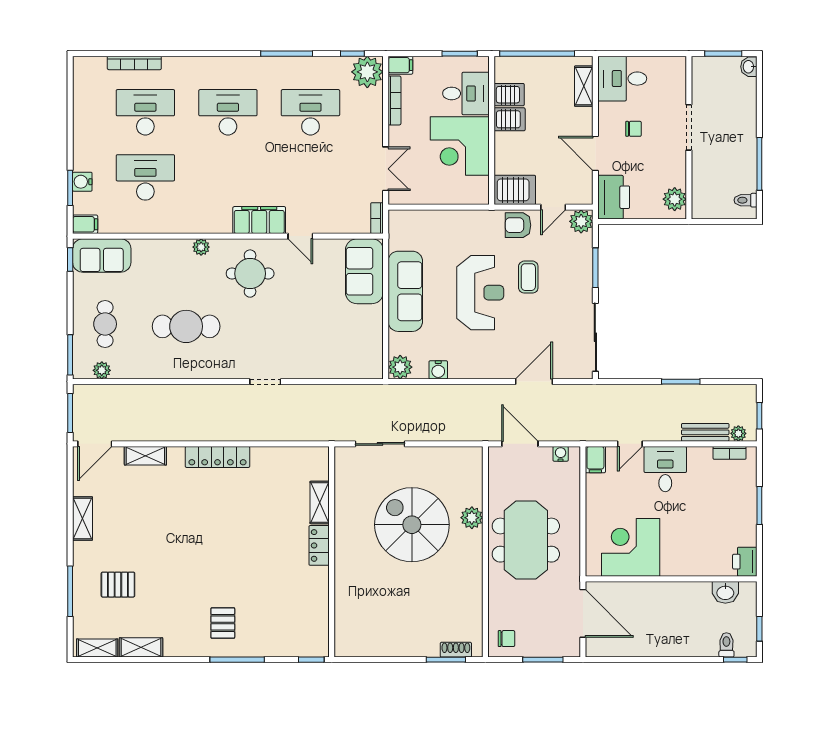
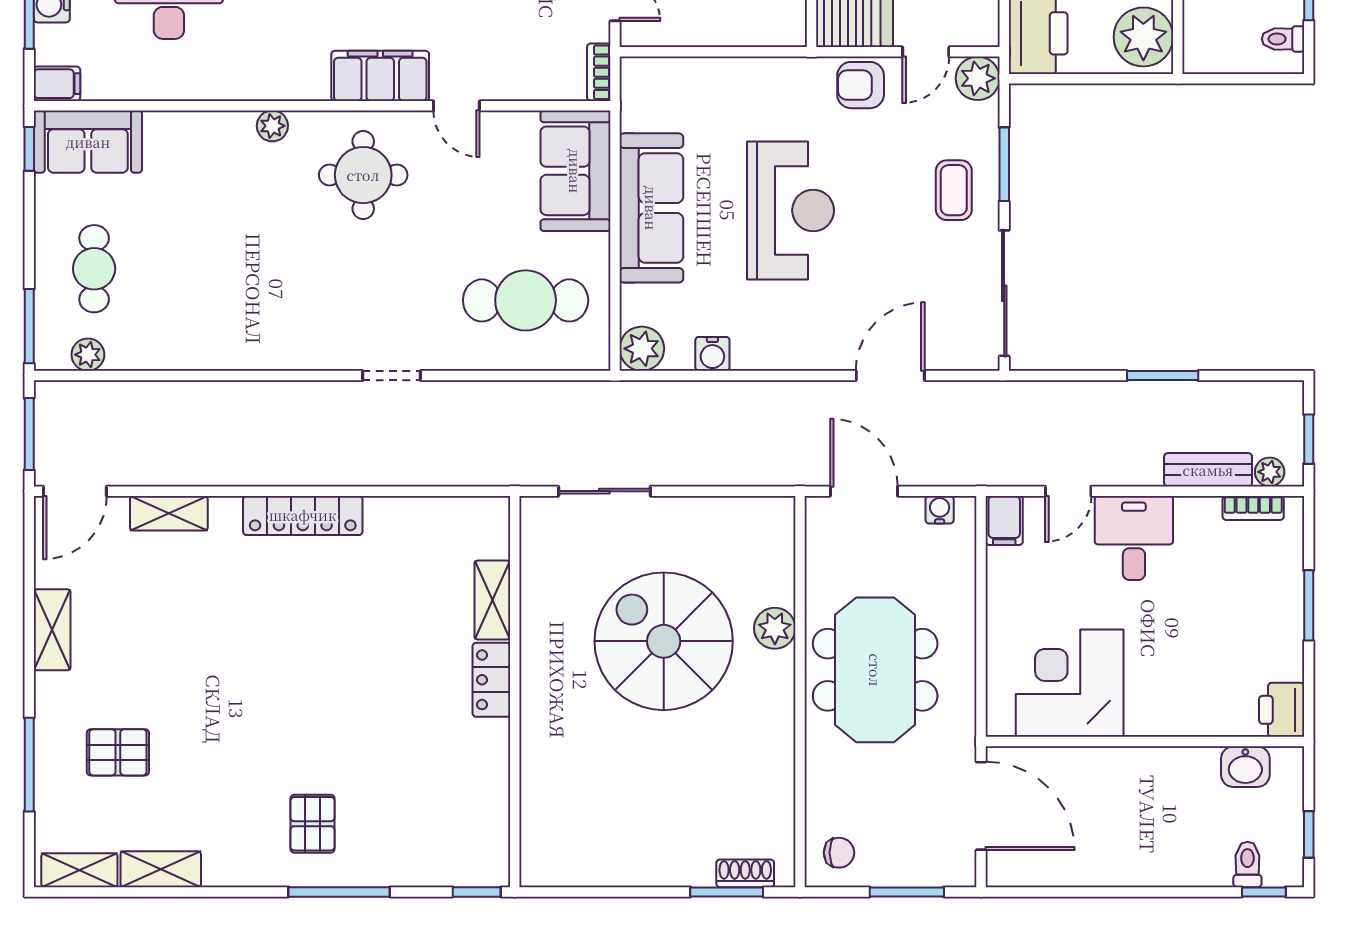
plant: (675, 199) -> (1143, 37), width x1.36, depth x1.36
coffee table: (528, 277) -> (954, 190), moved
cafe table: (186, 326) -> (526, 300), moved

